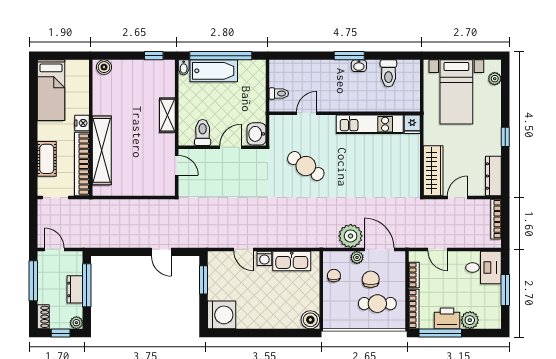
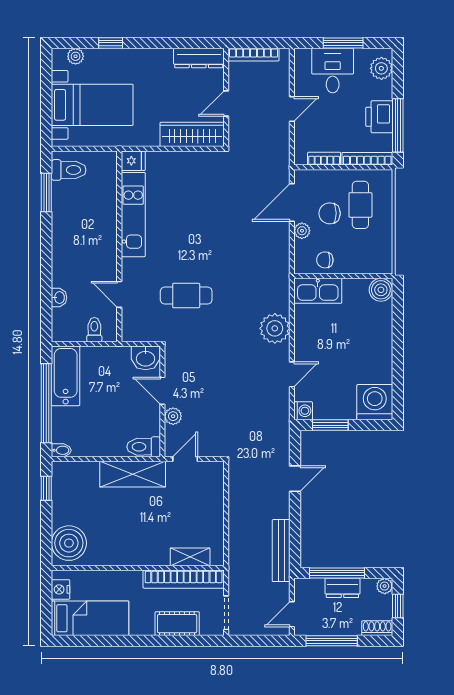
window: (349, 56) -> (46, 192), moved
washbasin: (359, 66) -> (59, 298), moved
boiler: (104, 67) -> (69, 543), width x1.86, depth x1.86
bathtub: (214, 71) -> (66, 376), moved
toilet: (388, 73) -> (69, 170), moved
shelving: (167, 115) -> (133, 474), width x1.50, depth x1.33
nightstand: (82, 123) -> (61, 589), moved, turned -90
toilet: (203, 132) -> (144, 447), moved
window: (505, 137) -> (111, 43), moved
shelving: (102, 150) -> (190, 557), width x0.45, depth x0.75
plant: (211, 156) -> (173, 416), added
cafe table: (306, 166) -> (186, 296), turned 56
door: (457, 198) -> (226, 104), hinge flipped
plant: (351, 236) -> (275, 328), moved
bench: (104, 241) -> (281, 551), added
door: (438, 249) -> (292, 109), moved
washing machine: (264, 258) -> (303, 411), moved
kitchen sink: (292, 261) -> (318, 291), moved, turned 90
desk: (483, 268) -> (333, 71), moved
plant: (470, 320) -> (381, 68), moved

